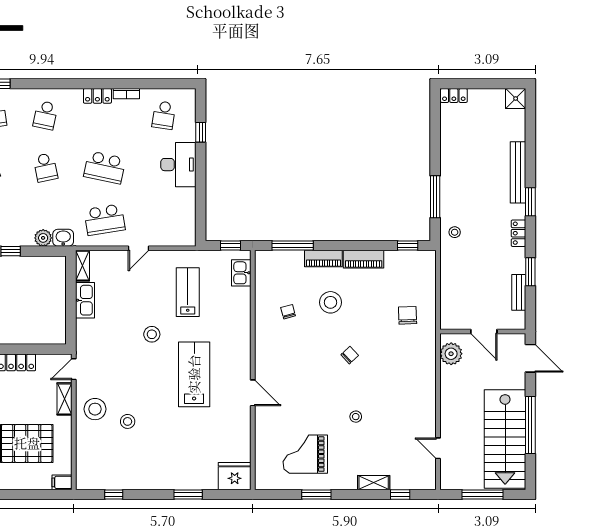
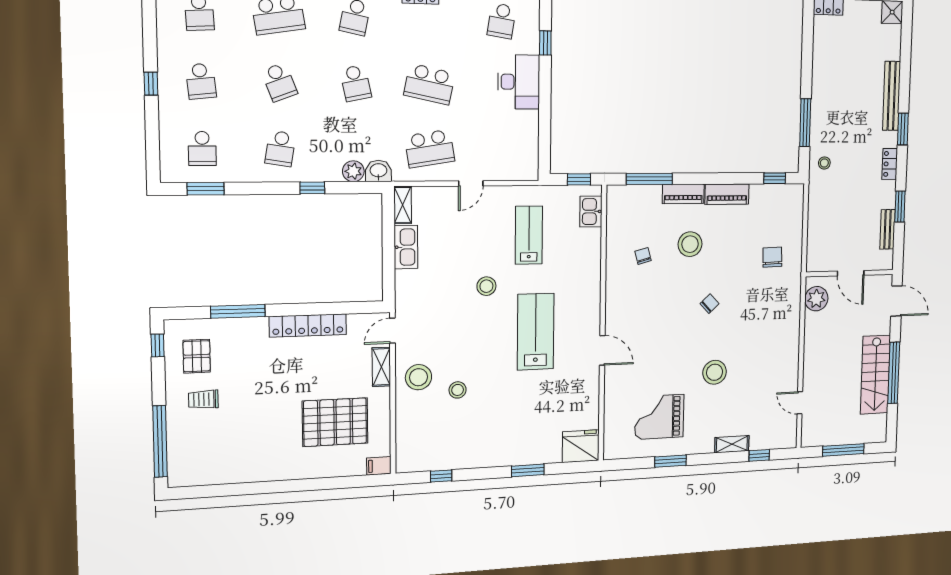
stool: (356, 417) -> (715, 372), width x1.89, depth x1.89
stairs: (505, 439) -> (875, 375), width x0.73, depth x0.66

